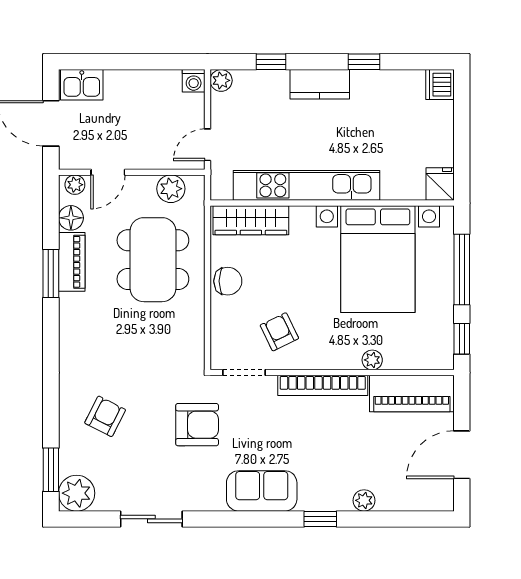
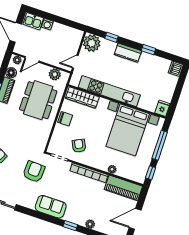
plant: (221, 80) -> (92, 43), width x1.88, depth x1.88
washing machine: (194, 81) -> (47, 24), moved
armchair: (197, 425) -> (34, 172), turned -87

